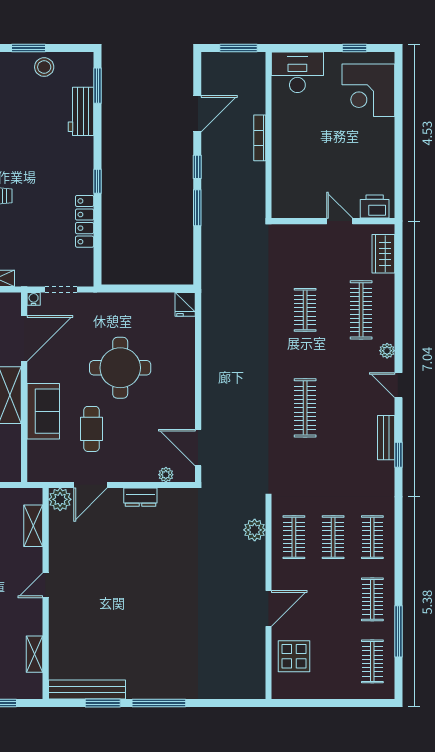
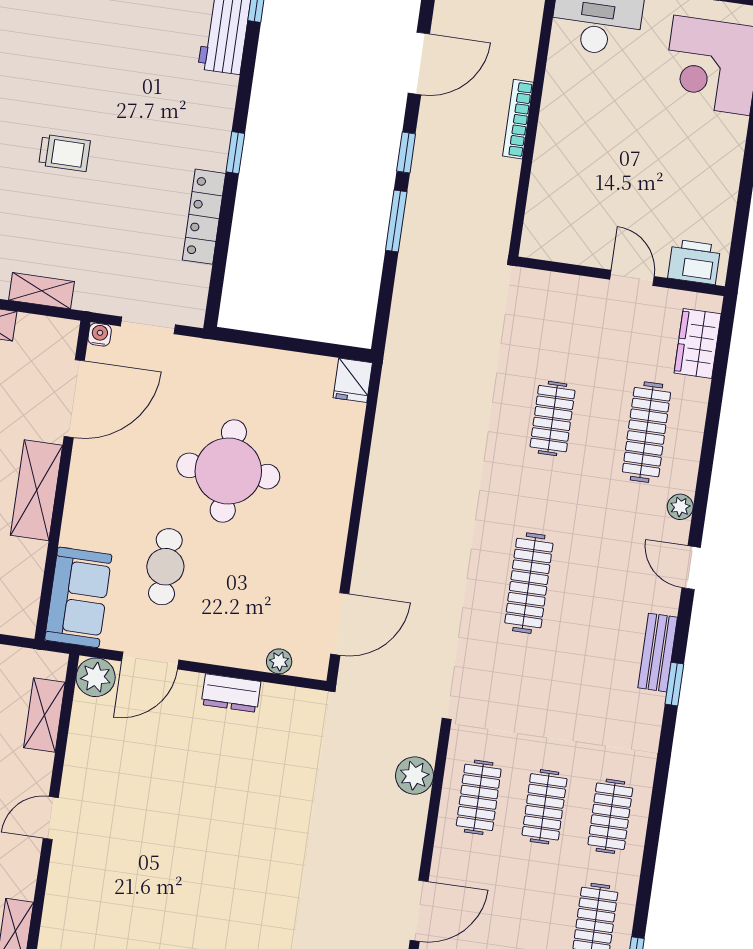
sofa: (43, 411) -> (78, 597), moved
door: (198, 448) -> (340, 624), swing flipped

